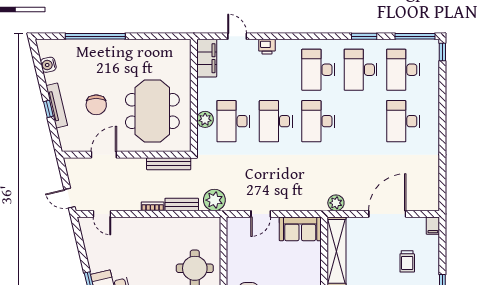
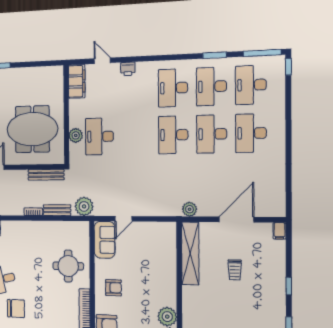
meeting table: (152, 111) -> (32, 129), turned 90
desk: (276, 121) -> (212, 134), moved
sofa: (300, 229) -> (105, 240), moved, turned -90
trolley: (407, 261) -> (235, 270), moved

